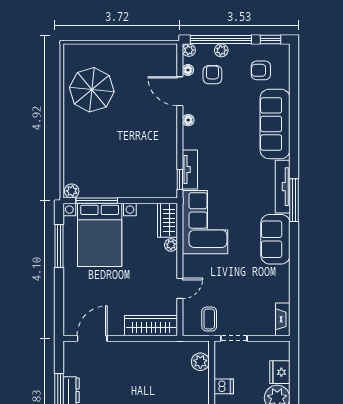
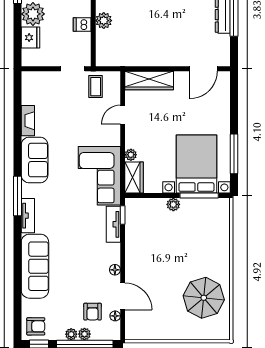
plant: (189, 50) -> (71, 334), moved
armchair: (261, 70) -> (36, 326), moved
tv unit: (283, 187) -> (28, 216), width x0.71
plant: (72, 191) -> (173, 204), moved
fireplace: (283, 319) -> (28, 121), moved
plant: (200, 362) -> (104, 21), moved

